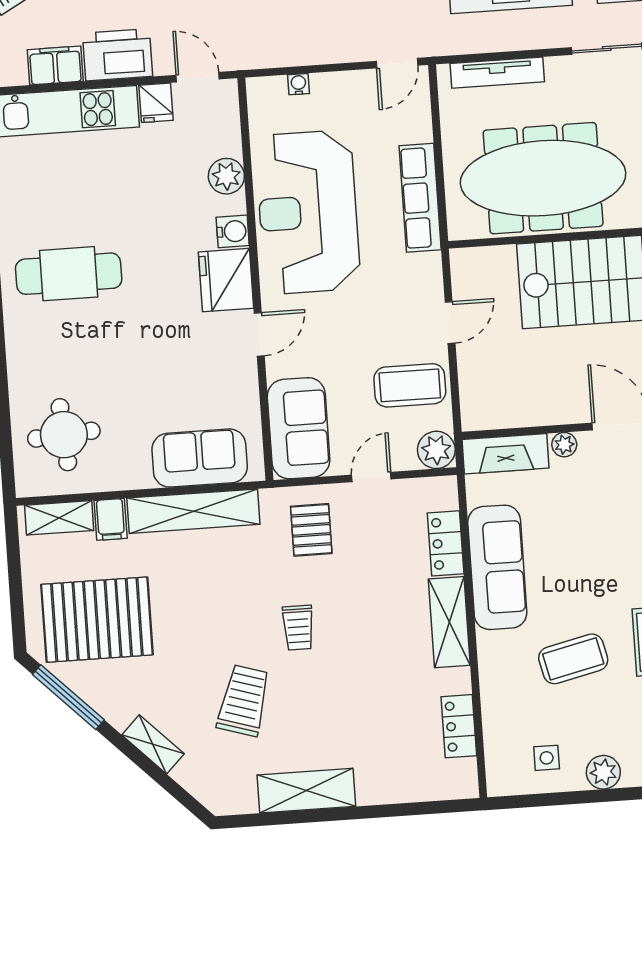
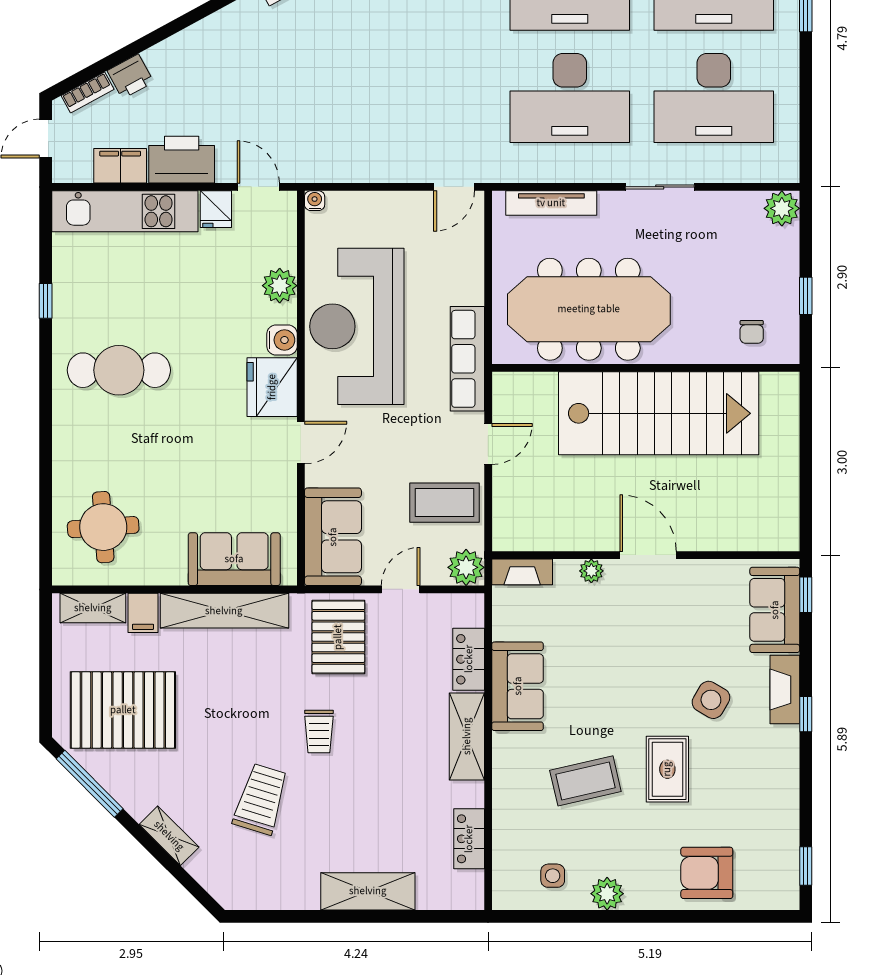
water cooler: (298, 84) -> (315, 201), moved
row of seats: (420, 198) -> (467, 359), moved
fireplace: (506, 454) -> (522, 572), width x0.73, depth x0.76
pallet: (311, 530) -> (338, 637), width x1.50, depth x1.42
sofa: (497, 567) -> (518, 686), width x0.73
shelving: (306, 791) -> (368, 891), moved

